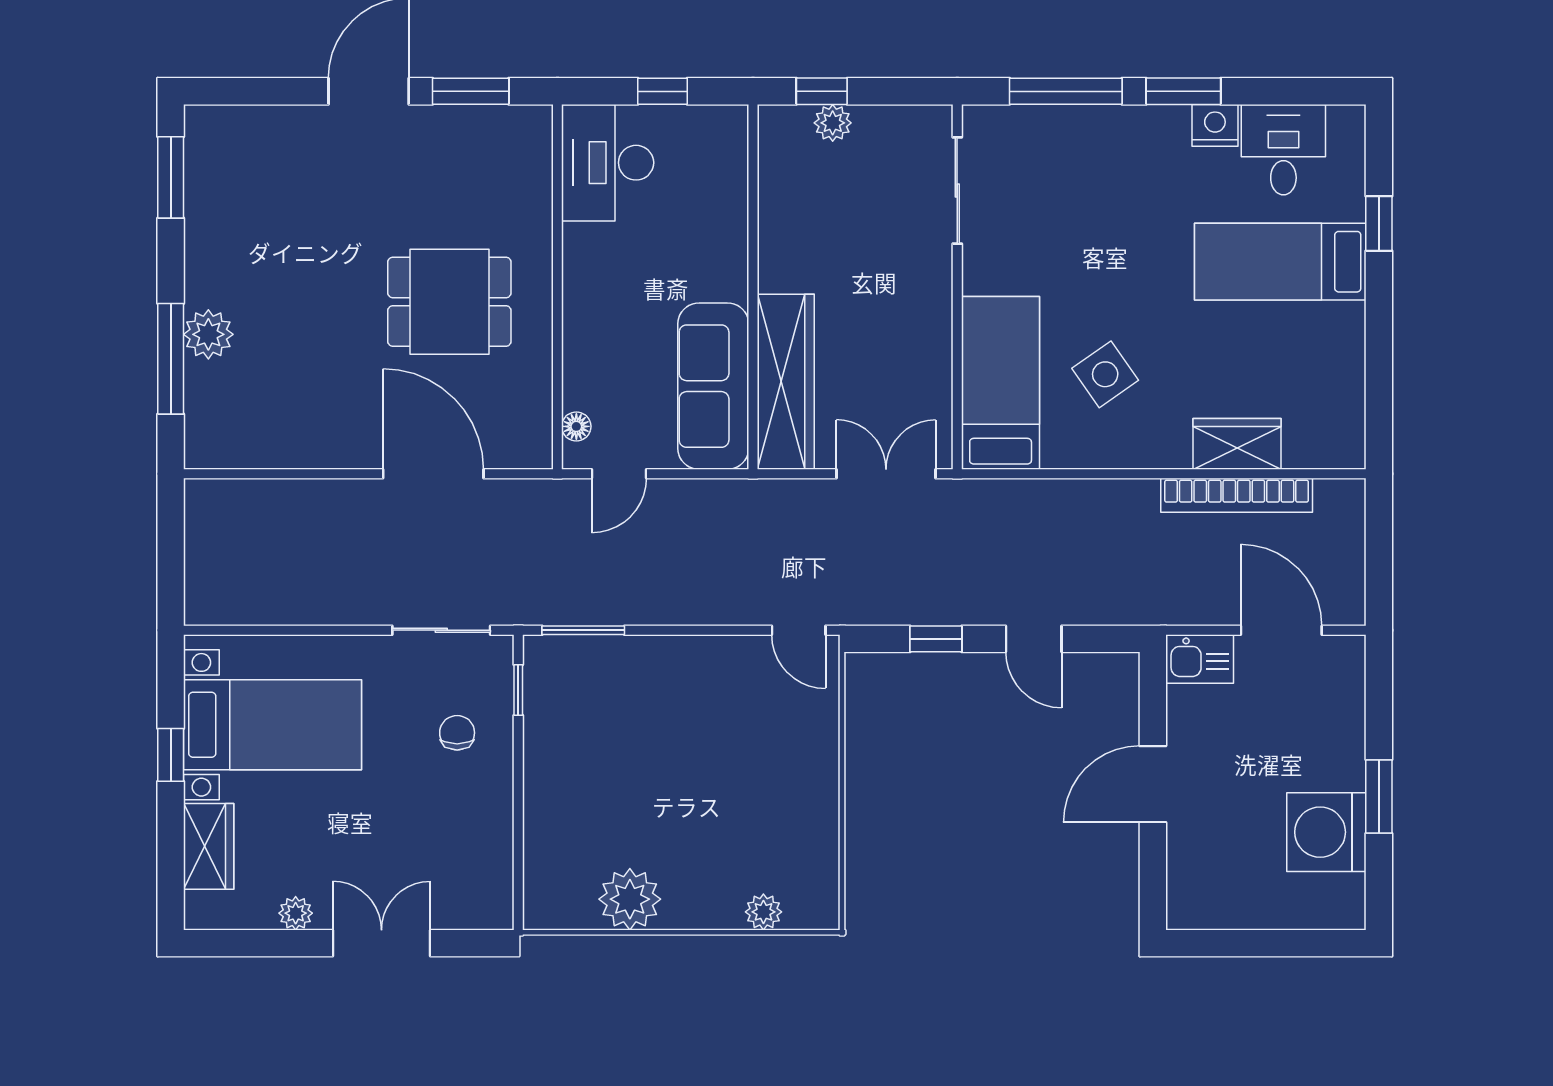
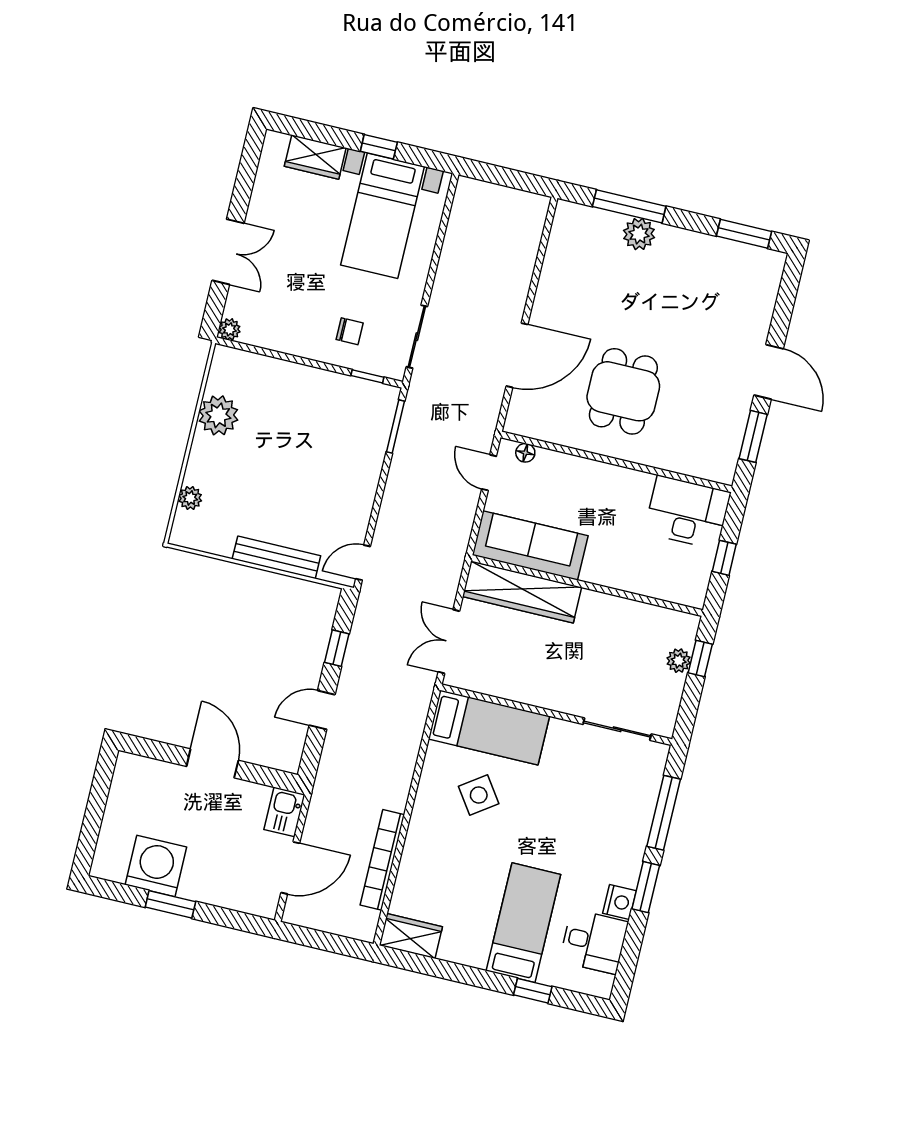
wardrobe: (1237, 444) -> (411, 936), moved, turned -90
double door: (886, 474) -> (449, 642), swing flipped
bench: (822, 762) -> (276, 557), added
plant: (296, 913) -> (229, 329), moved

